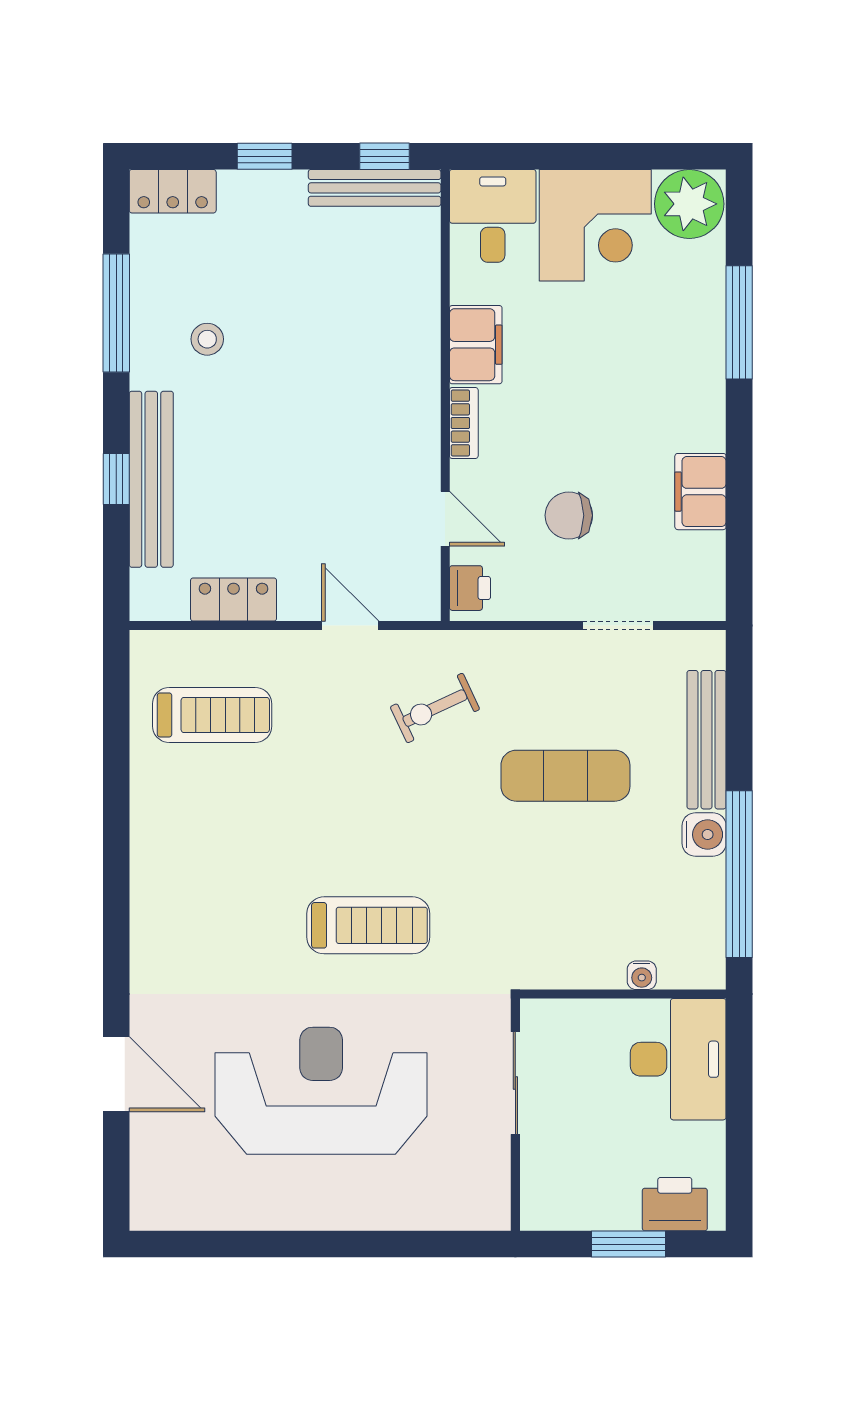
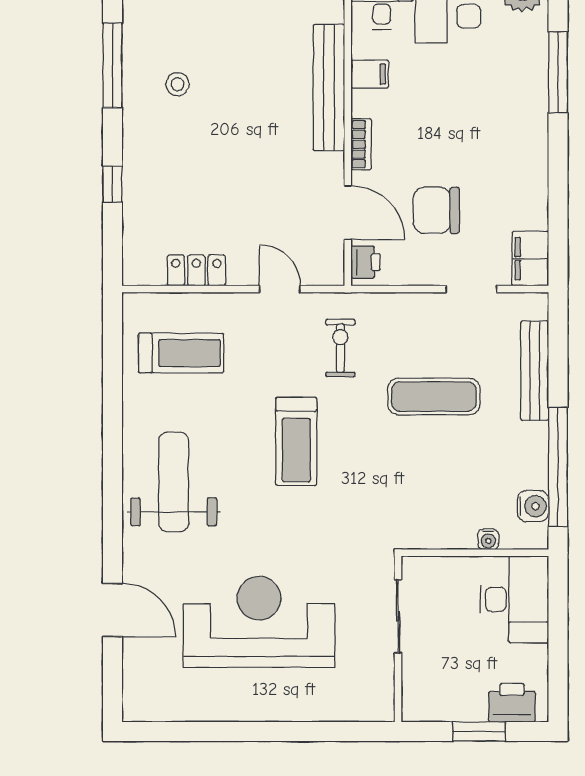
filing cabinet: (476, 345) -> (370, 74), width x0.50
bench: (151, 479) -> (329, 88), moved
filing cabinet: (700, 492) -> (530, 259), moved
chair: (569, 515) -> (436, 210), width x1.37, depth x1.37
door: (445, 519) -> (348, 213), width x1.37
exercise bike: (435, 708) -> (340, 348), turned 115
water cooler: (704, 835) -> (533, 506), moved
weight bench: (202, 895) -> (174, 482), added
treadmill: (368, 925) -> (296, 441), moved, turned 90

